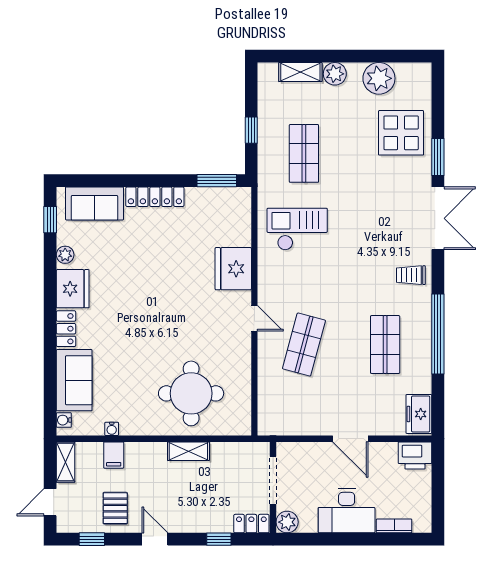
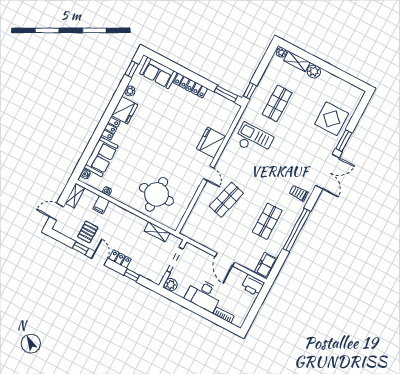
plant: (379, 78) -> (281, 52), moved, width x0.53, depth x0.53
window: (251, 130) -> (250, 91), moved
shelving: (188, 451) -> (157, 232), moved
locker: (251, 524) -> (120, 259), moved
window: (92, 539) -> (80, 248), moved

